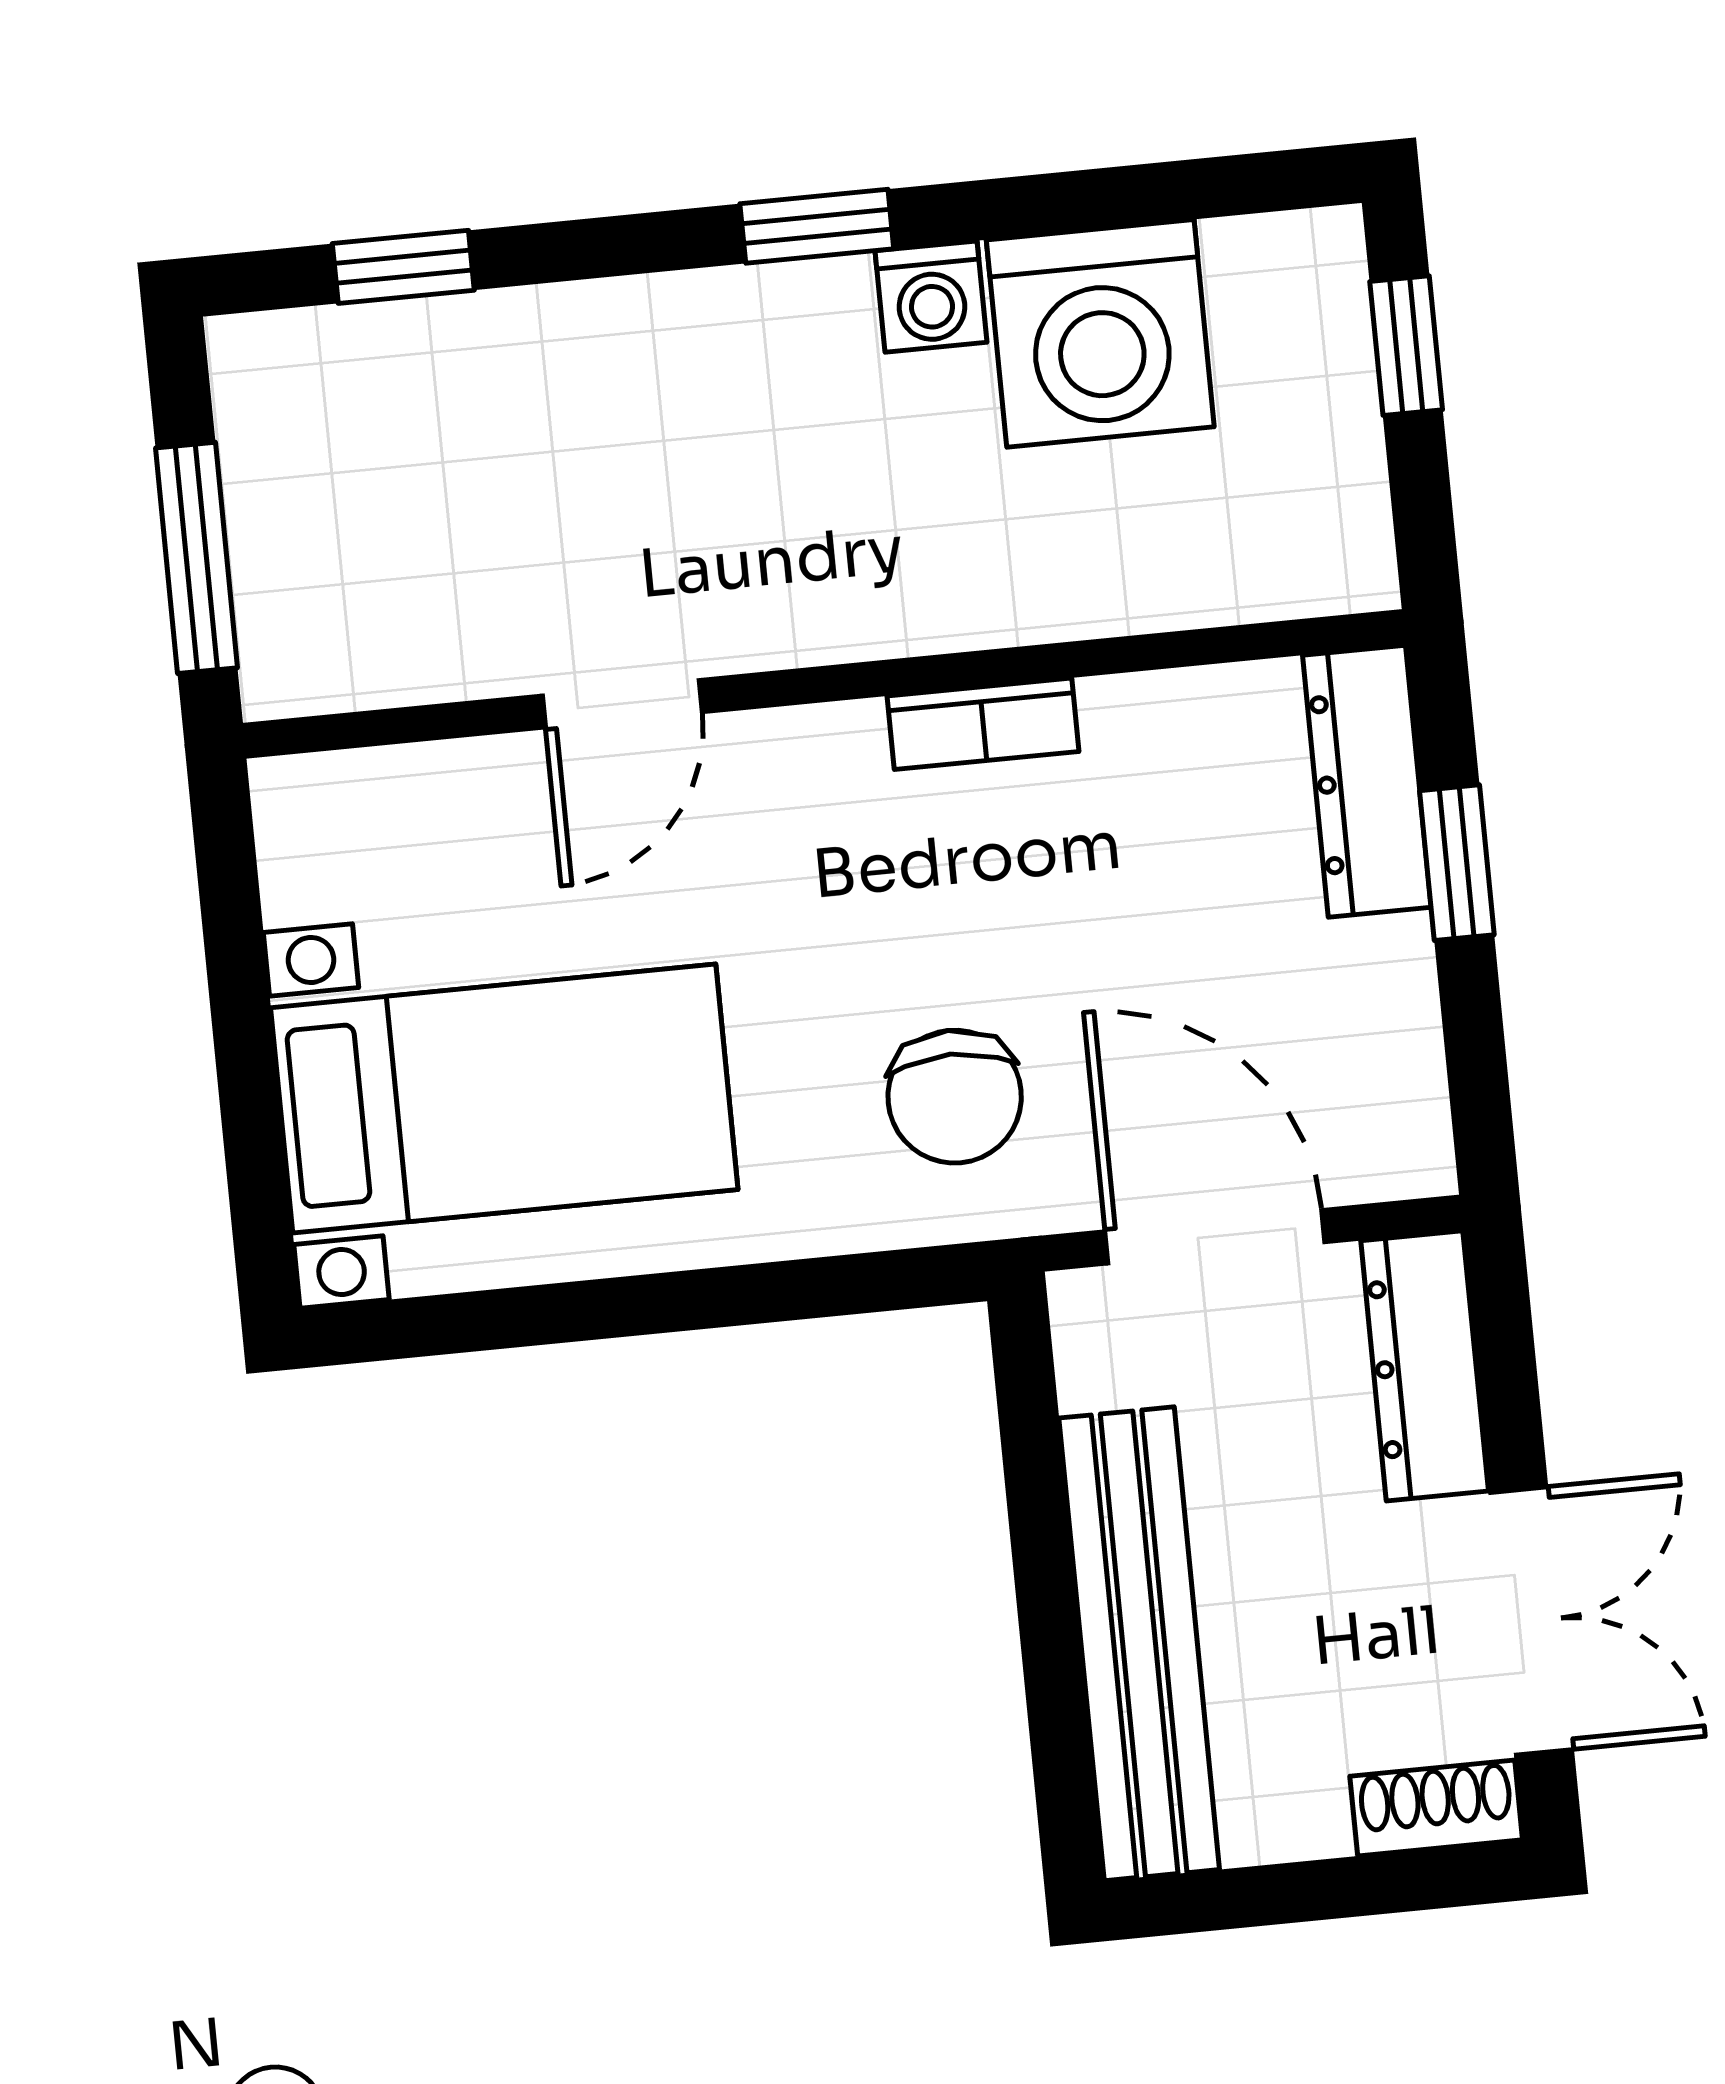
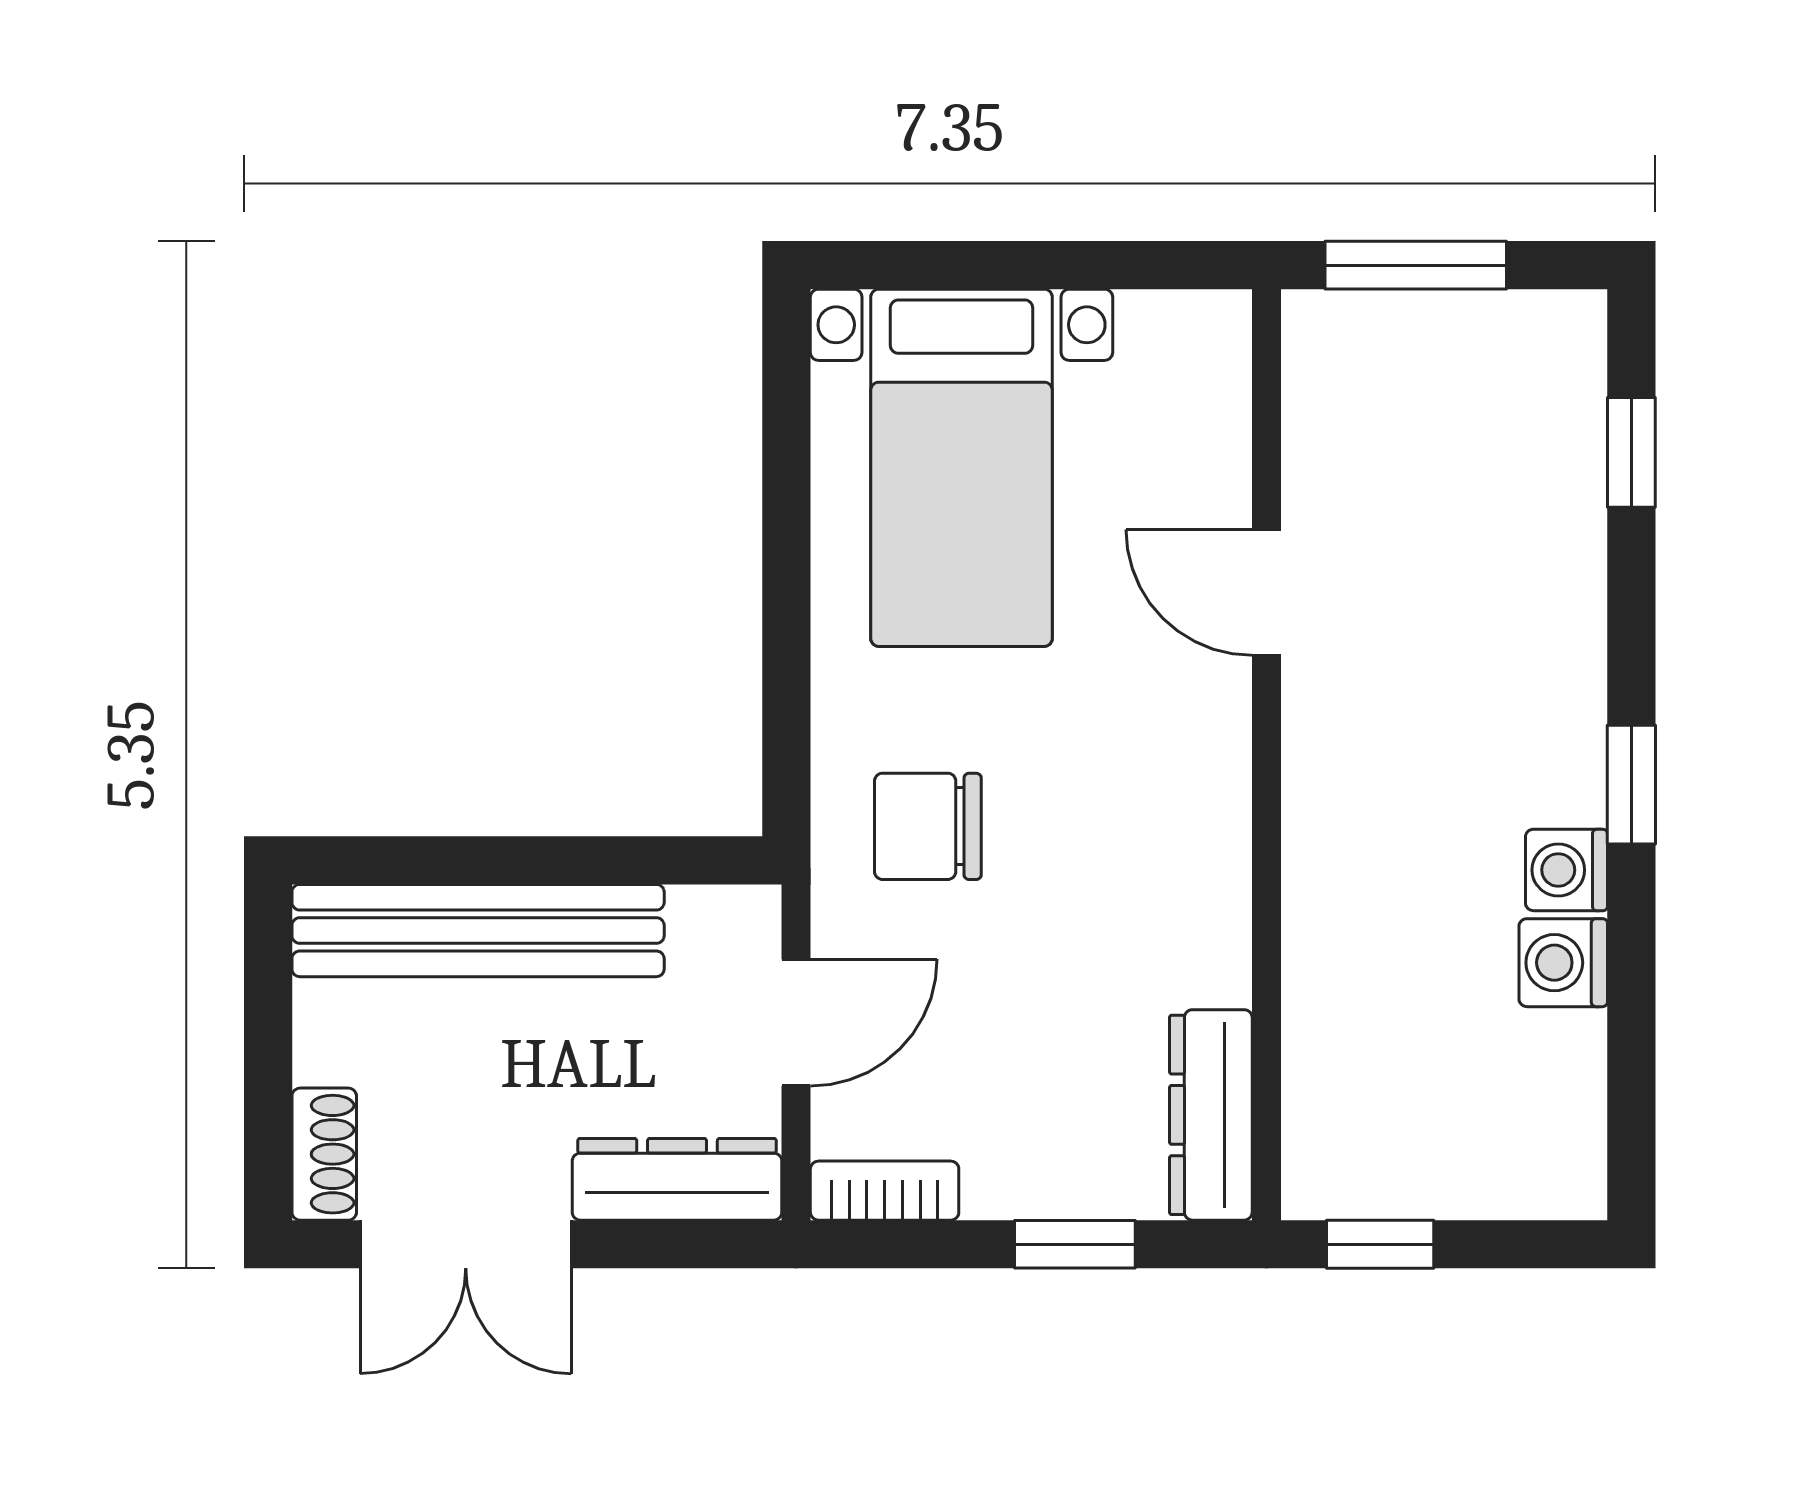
washing machine: (1100, 333) -> (1563, 963), width x0.53, depth x0.53
window: (1406, 346) -> (1380, 1244), moved
bookcase: (983, 724) -> (885, 1191), moved, turned 90
dresser: (1367, 781) -> (1211, 1115), moved, turned -90
door: (1215, 1237) -> (796, 1022), width x0.73

